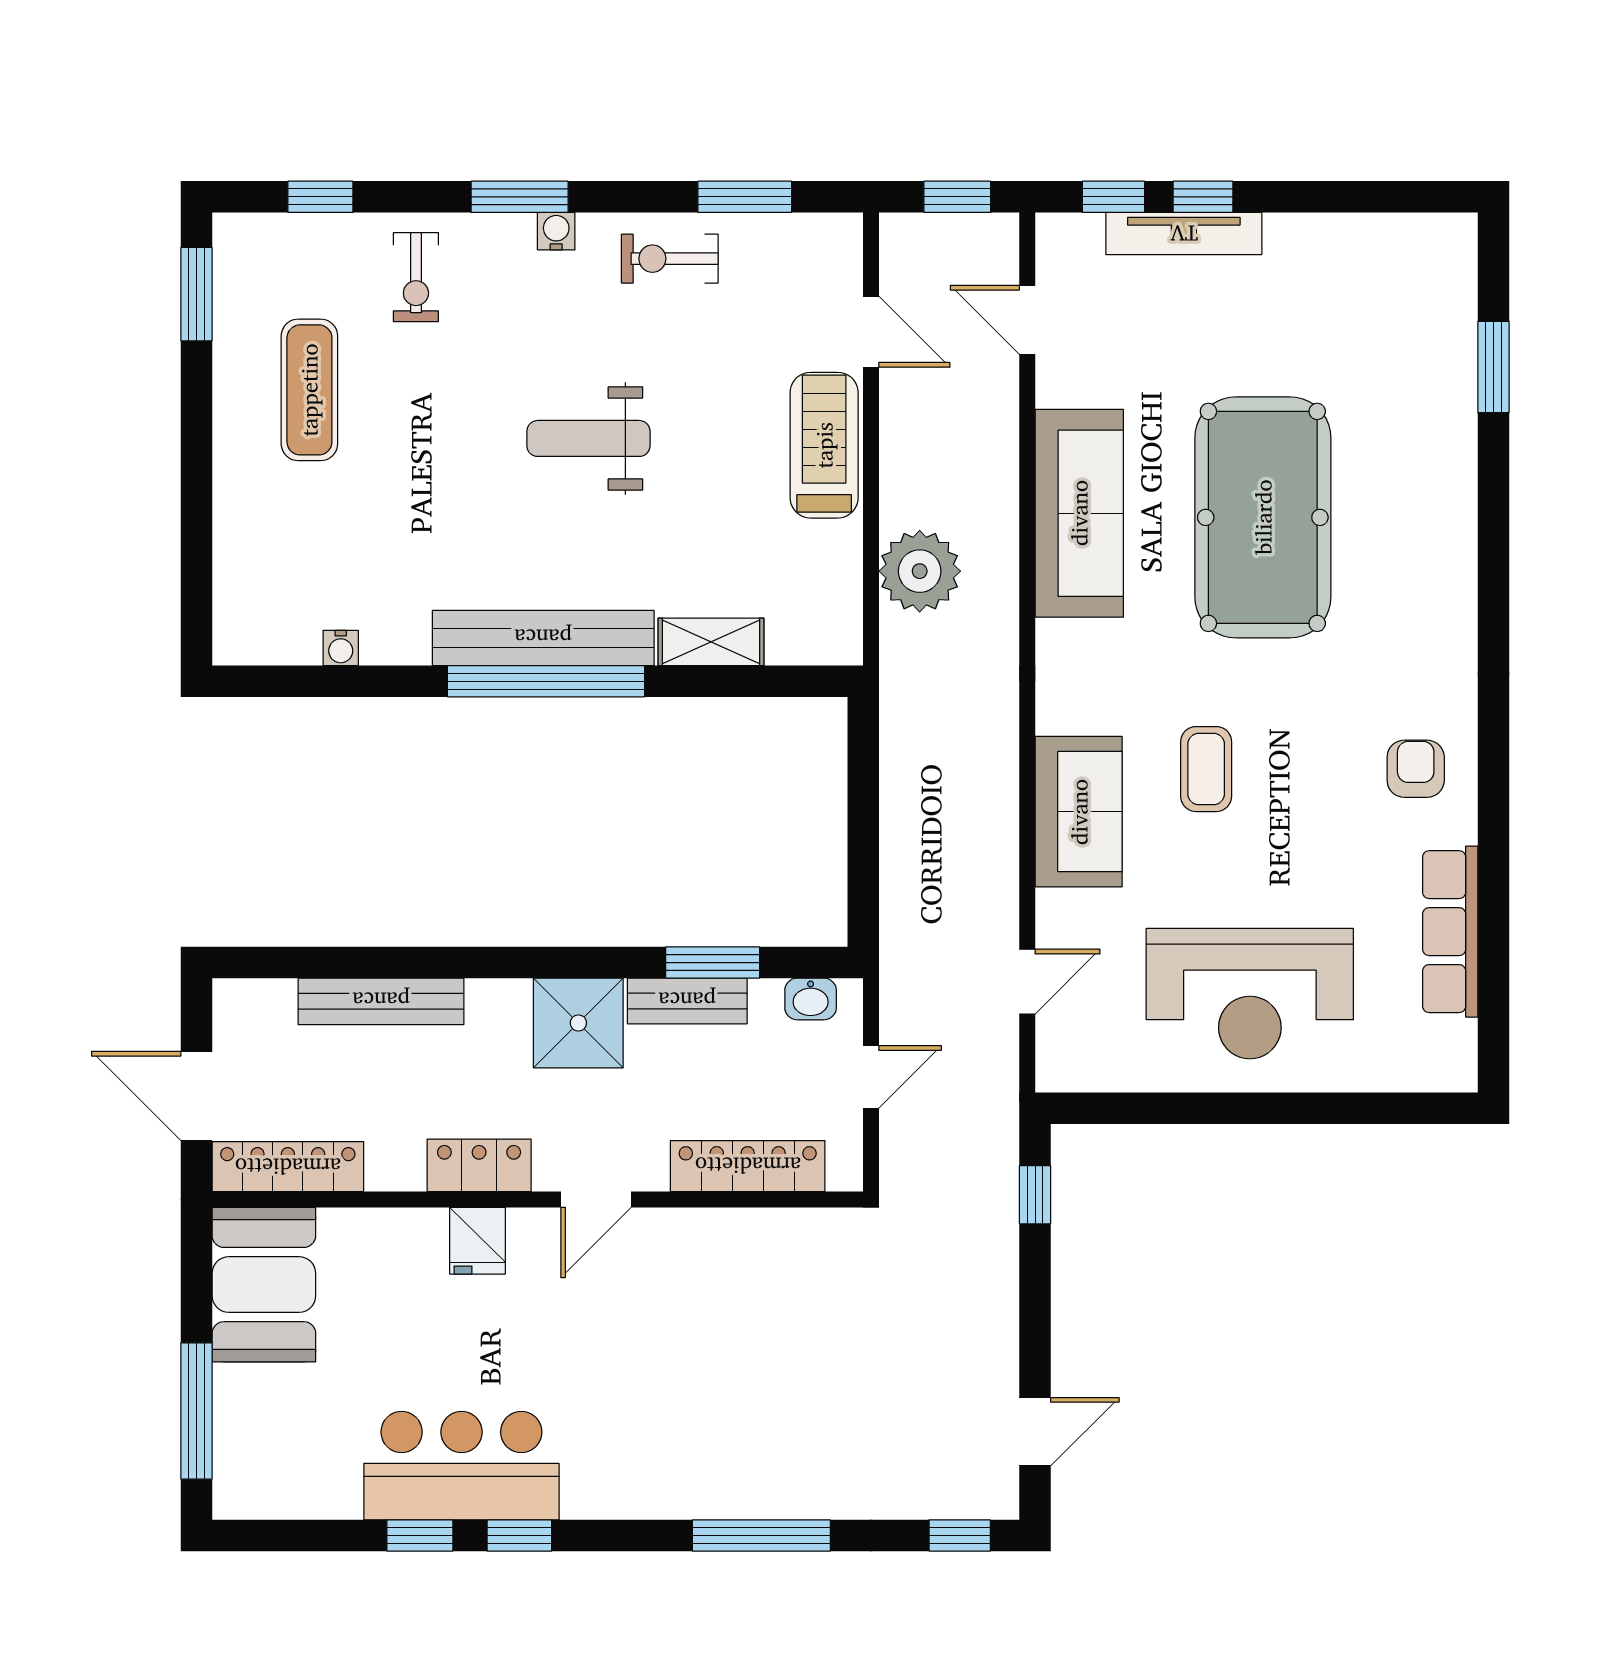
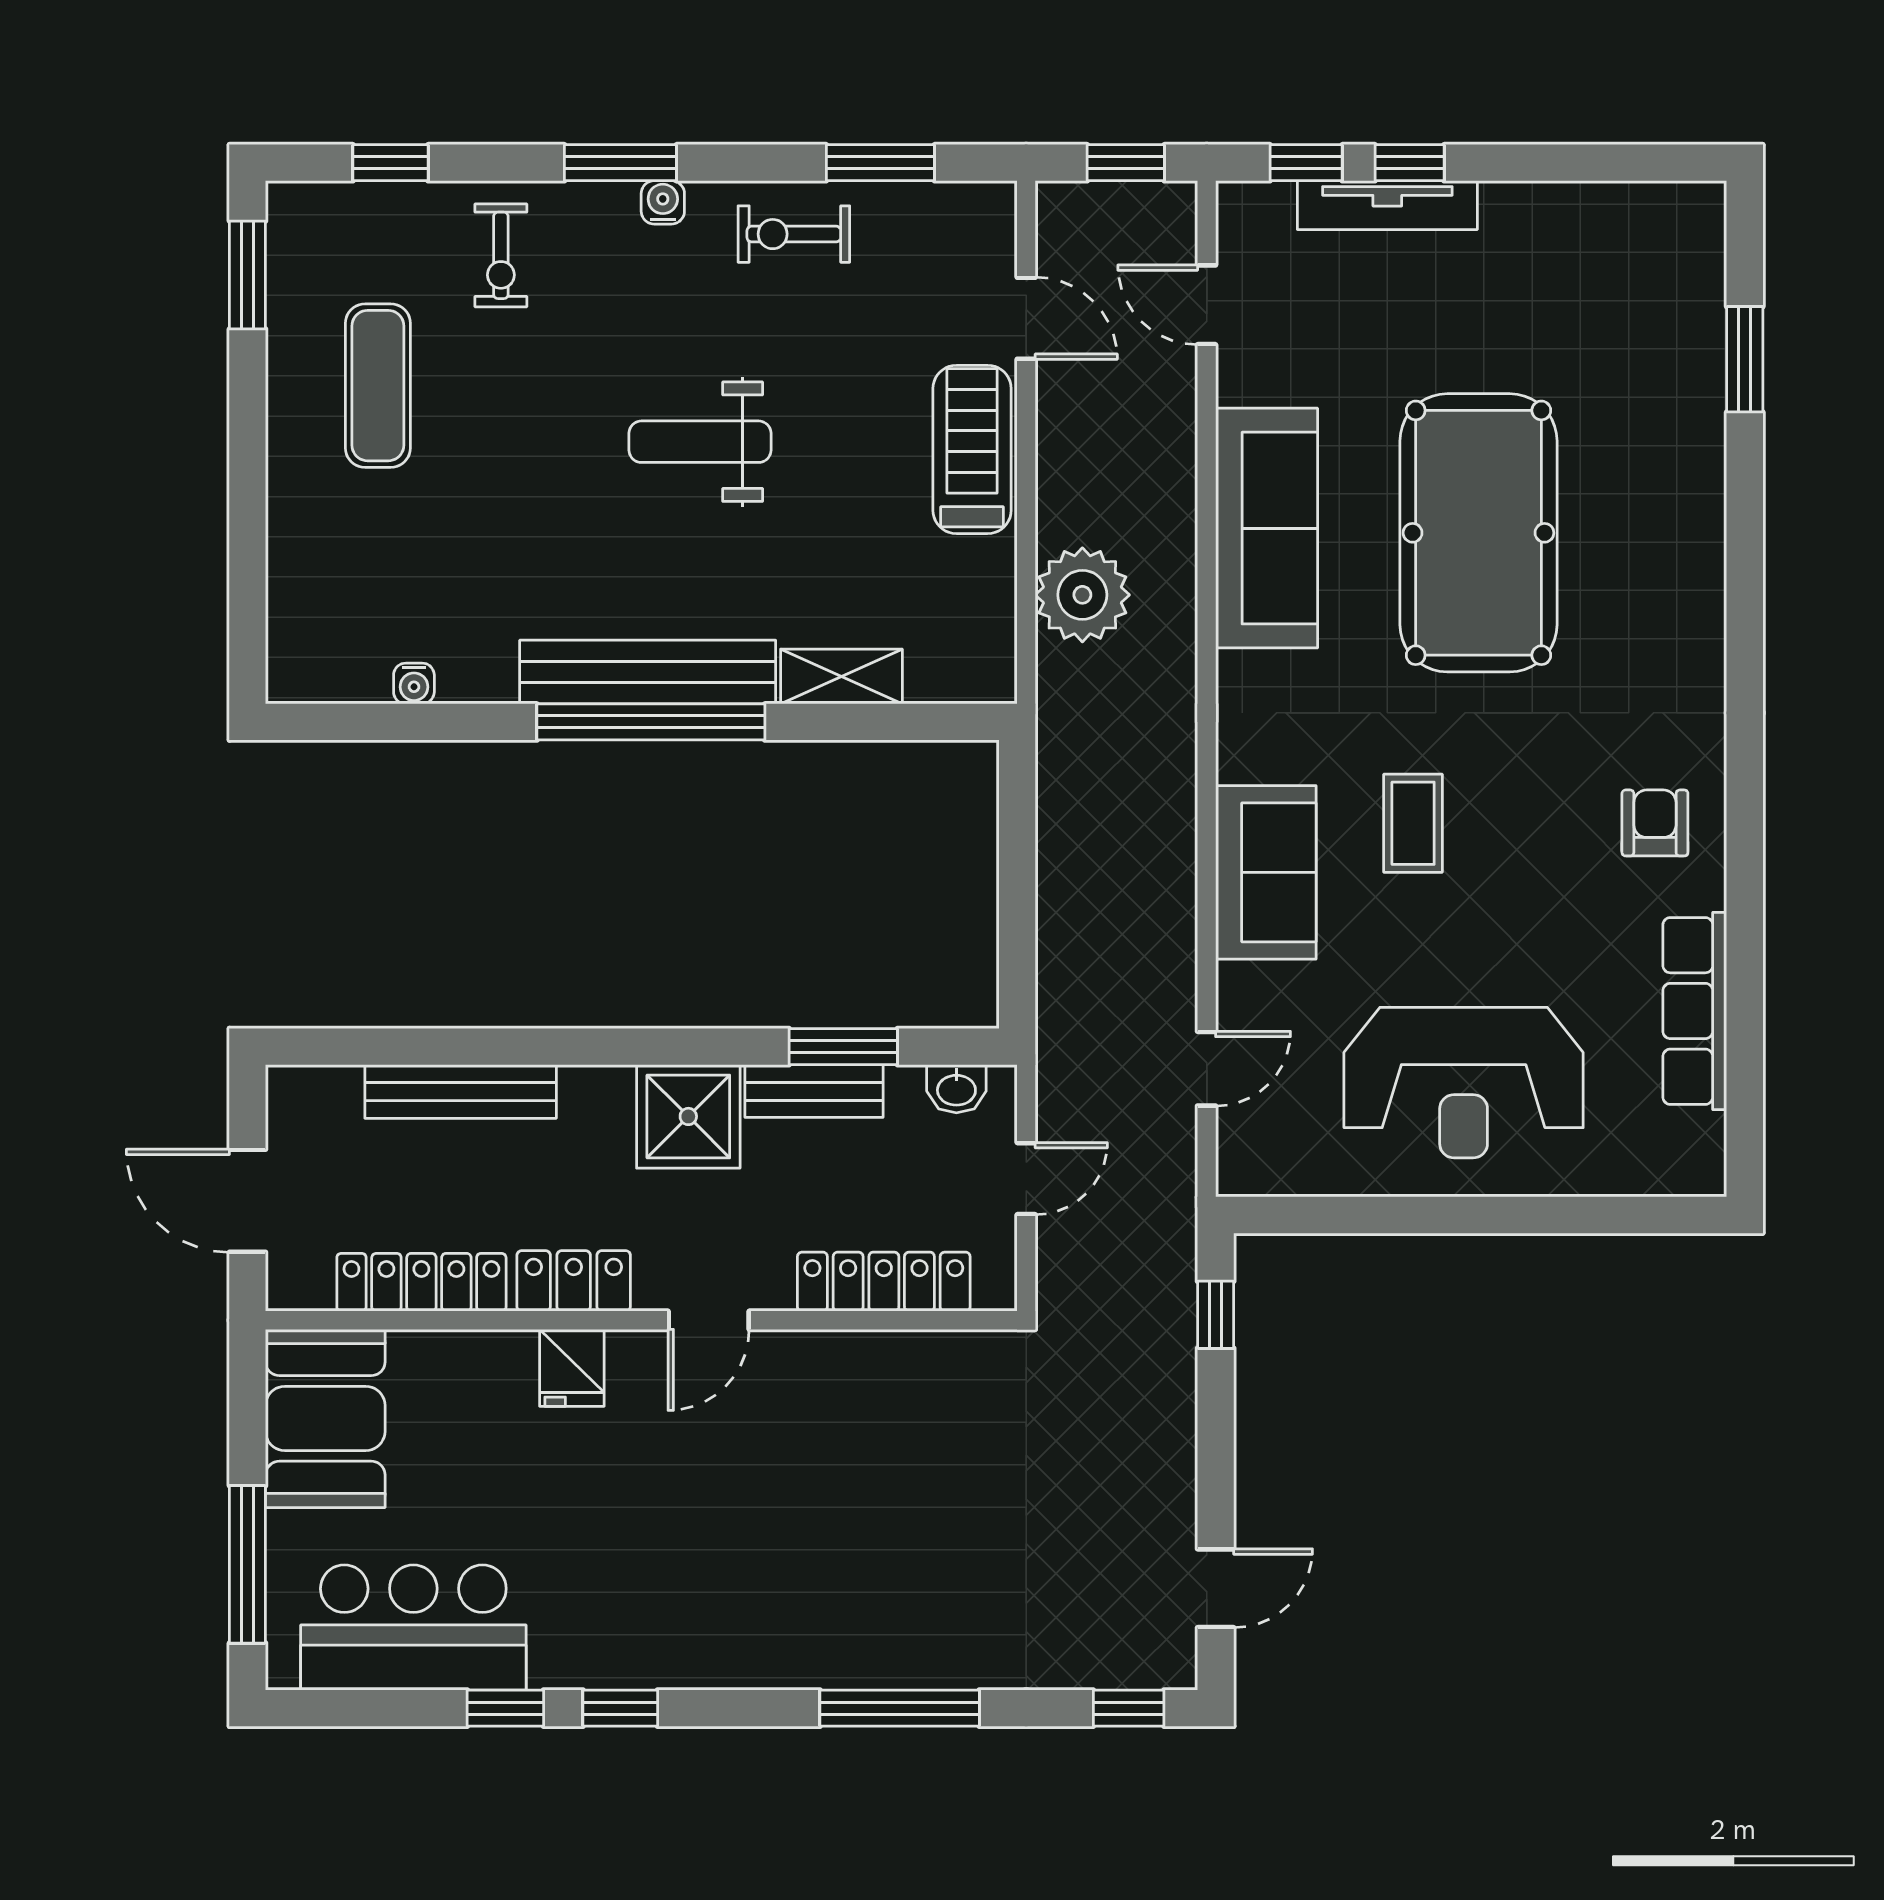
locker: (288, 1167) -> (421, 1282), moved
bar counter: (461, 1466) -> (413, 1627), moved

